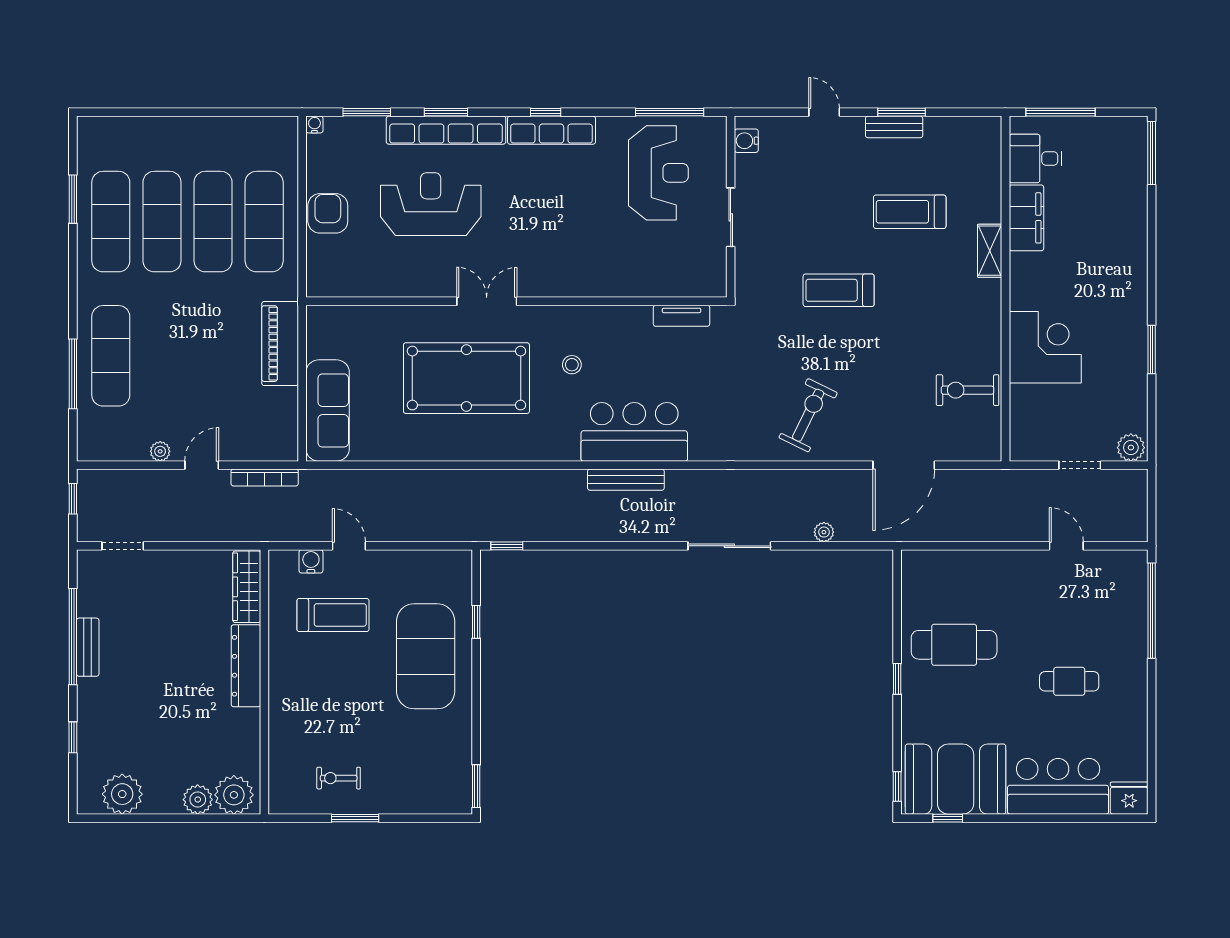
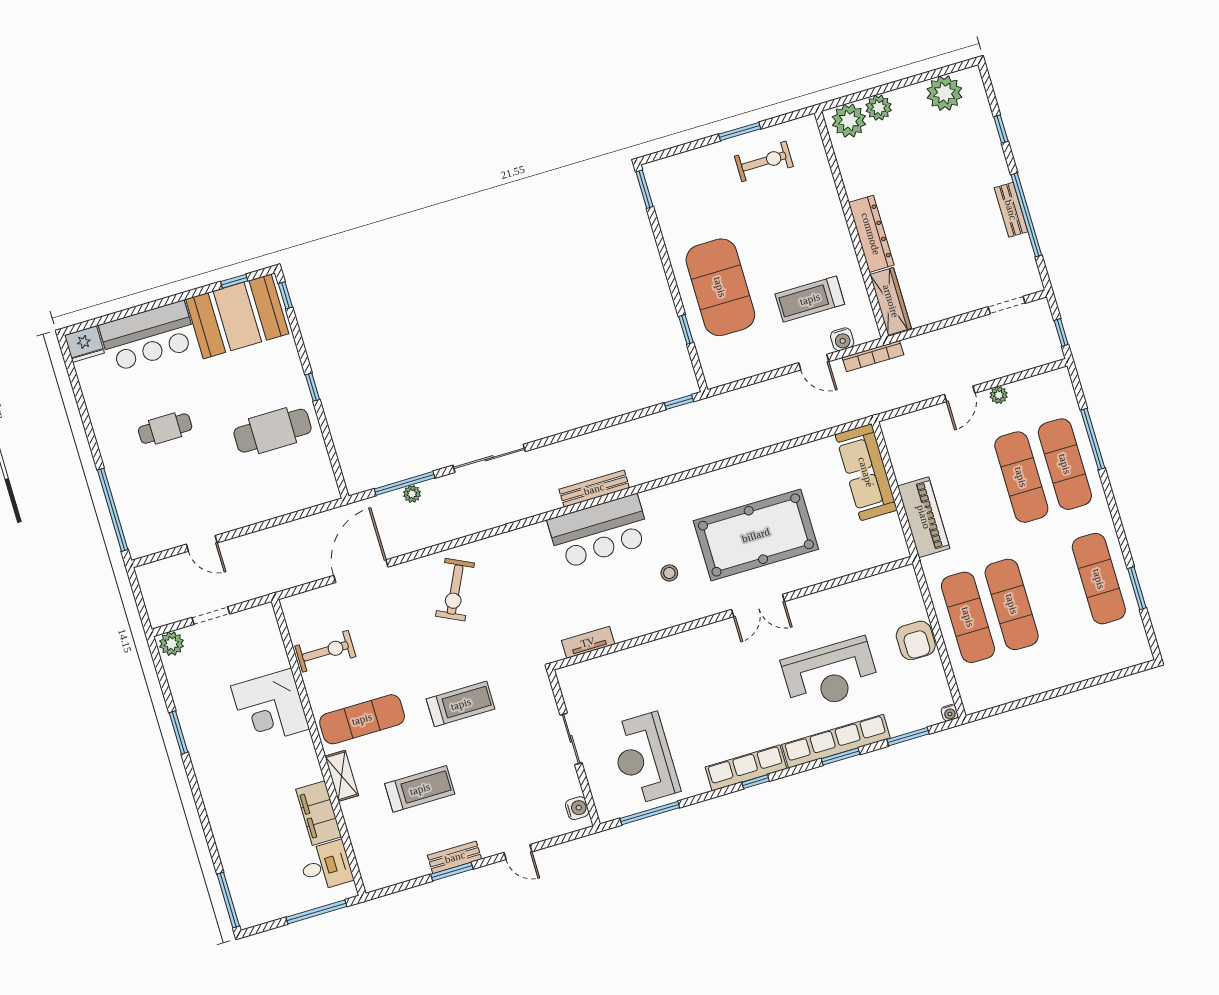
exercise mat: (162, 222) -> (1021, 477), moved
exercise mat: (950, 305) -> (362, 719), added
bookcase: (265, 478) -> (873, 356), moved, turned 180
window: (829, 546) -> (405, 483), added
exercise bike: (339, 778) -> (764, 161), width x1.38, depth x1.39

